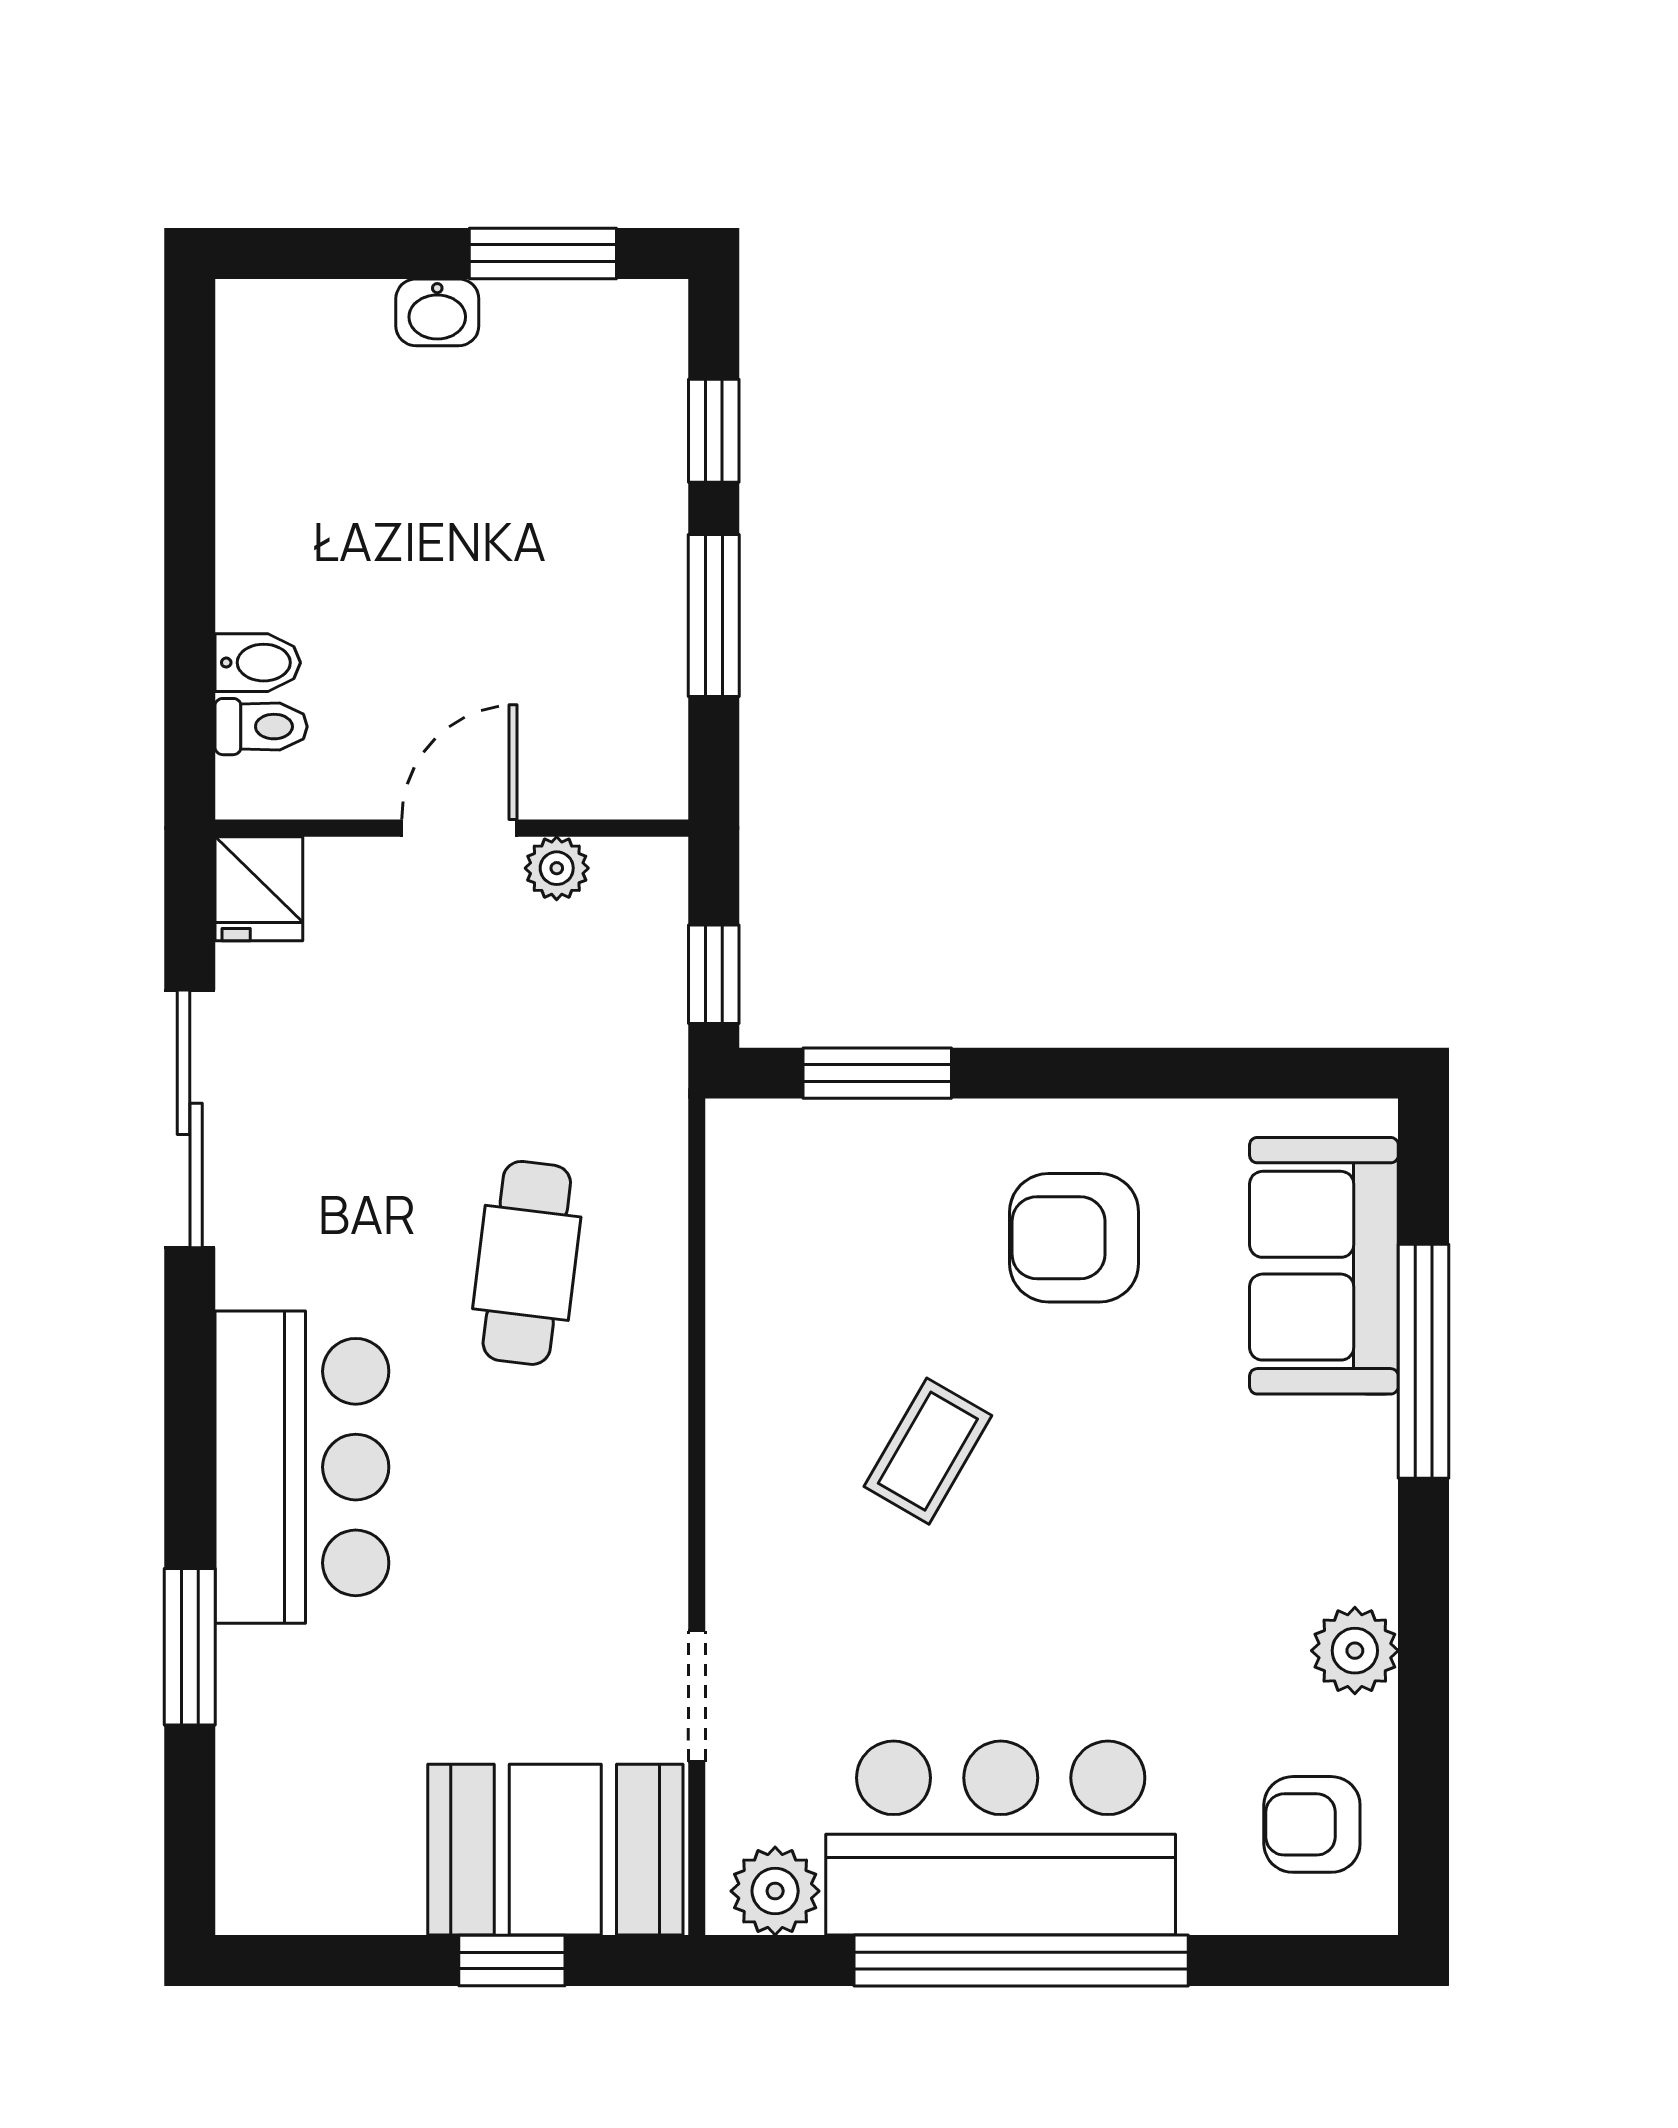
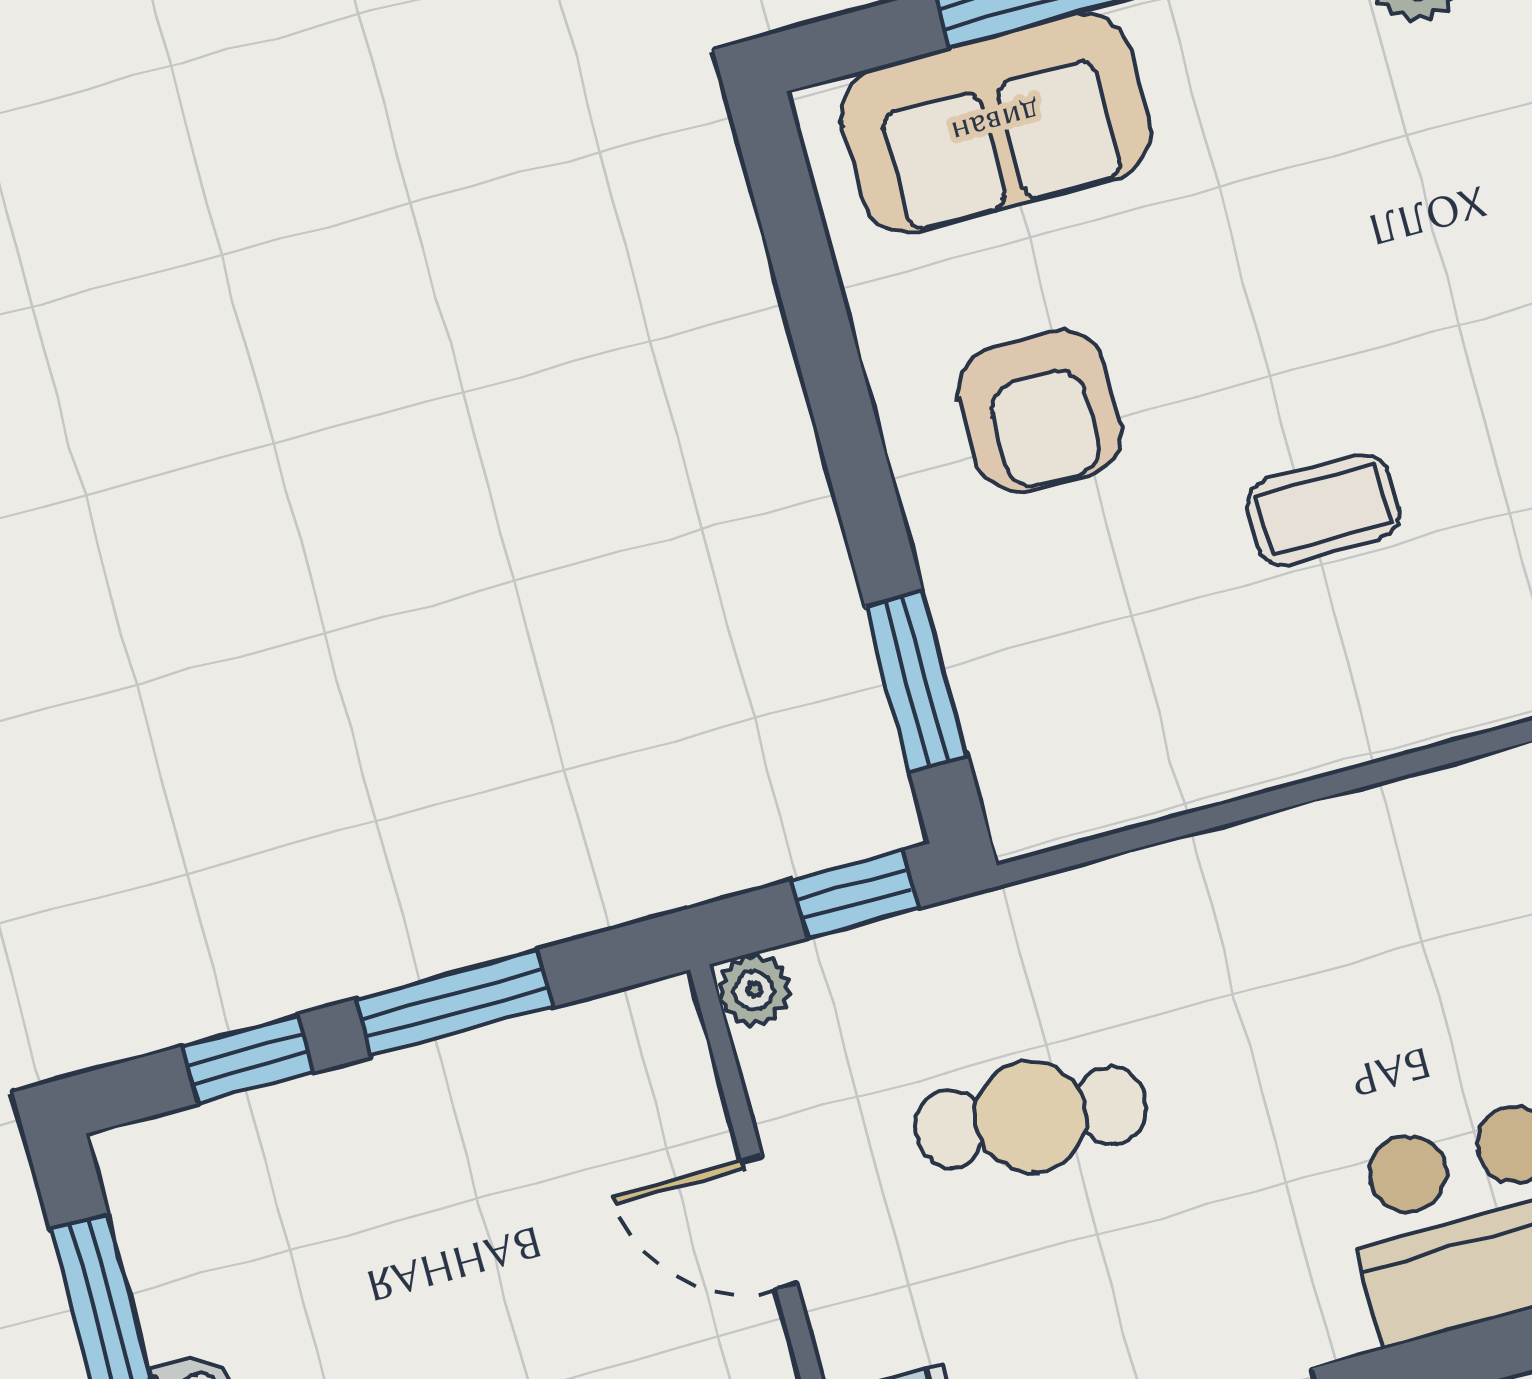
plant: (557, 868) -> (754, 990), moved
cafe table: (527, 1263) -> (1031, 1117), moved
coffee table: (928, 1451) -> (1323, 510), turned -30

